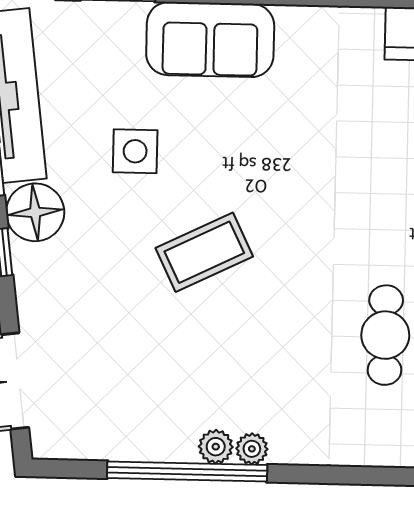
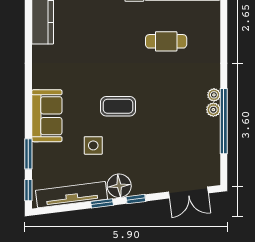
coffee table: (204, 252) -> (118, 106), moved, turned -64

